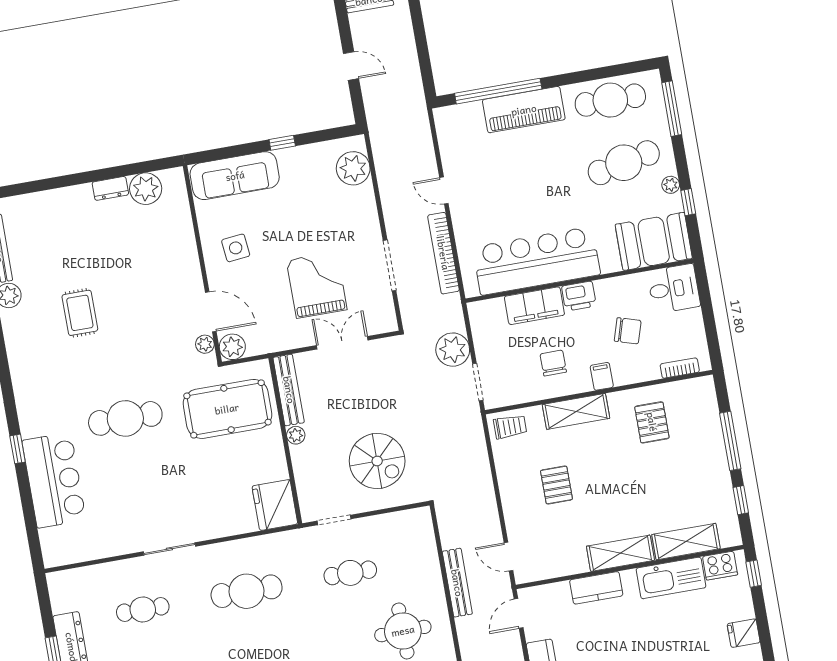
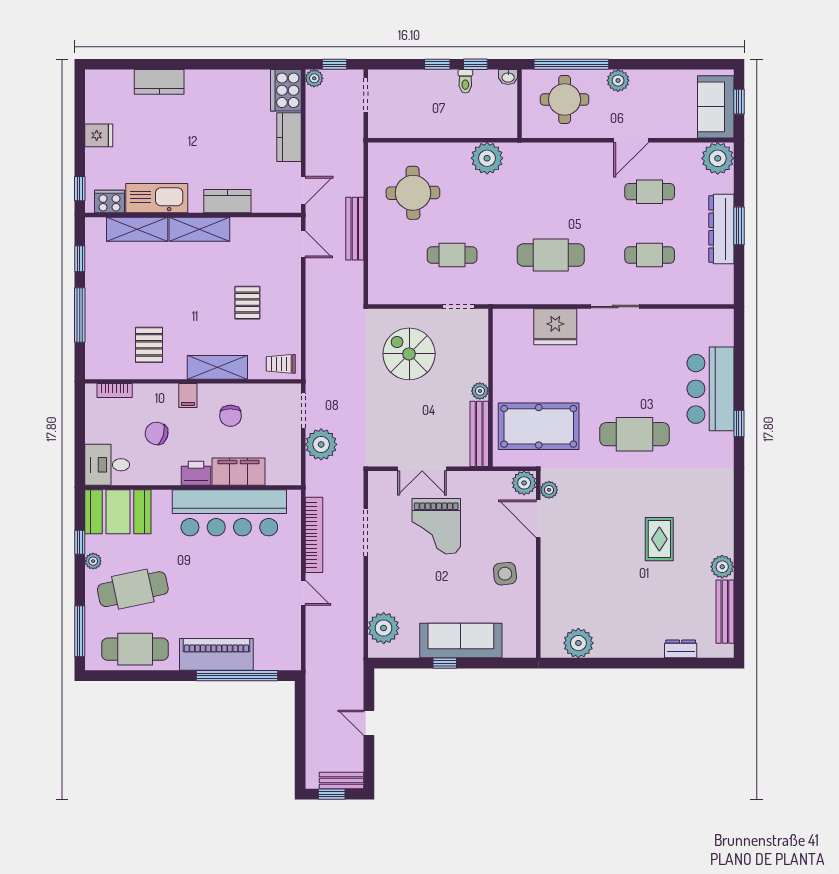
sofa: (235, 176) -> (461, 641), moved
dresser: (110, 188) -> (681, 649), moved
fridge: (275, 505) -> (555, 327), moved, turned 90

